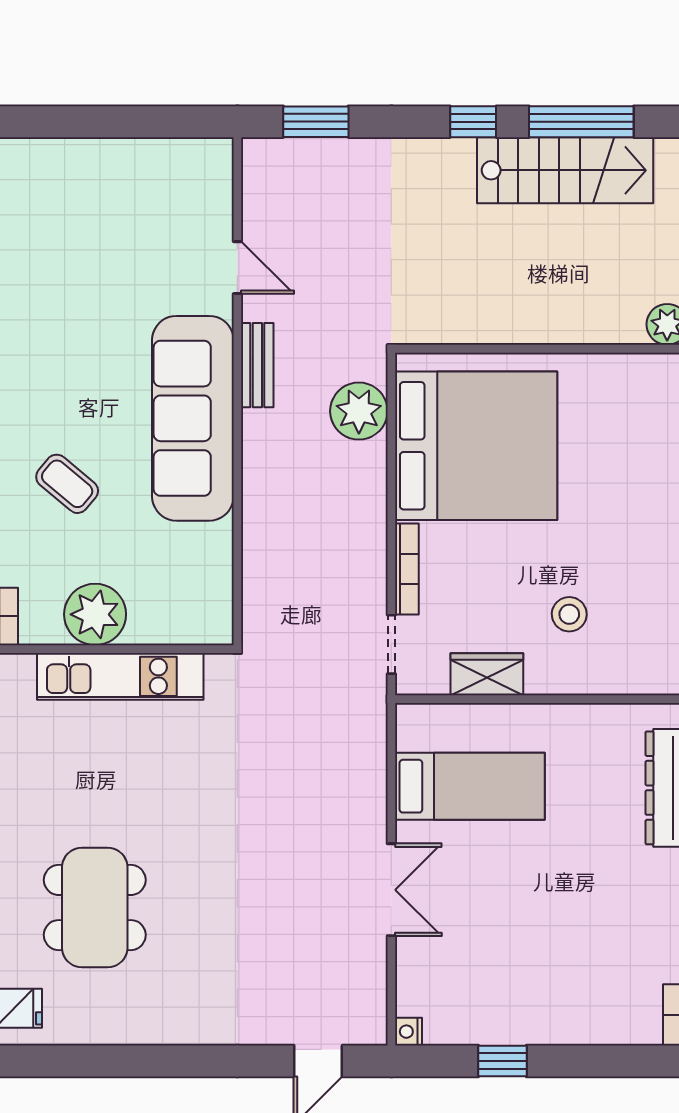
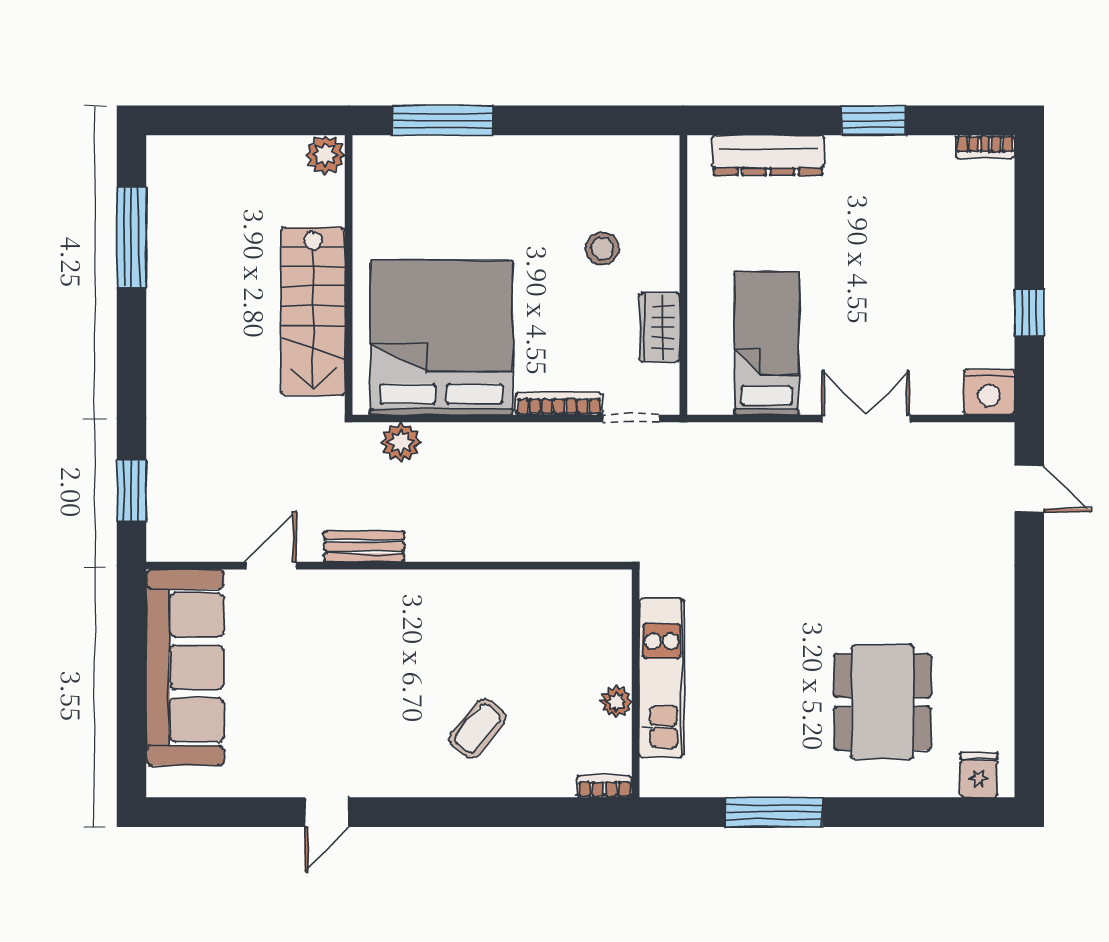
window: (473, 122) -> (131, 340), removed
stairs: (565, 170) -> (313, 311), moved, turned 180
plant: (359, 411) -> (401, 442), width x0.73, depth x0.73
sofa: (193, 418) -> (185, 667), moved, turned -90
plant: (95, 614) -> (616, 702), width x0.53, depth x0.53
dining table: (95, 908) -> (883, 702), turned 90
nightstand: (408, 1032) -> (989, 392), width x1.89, depth x1.79

